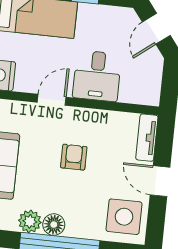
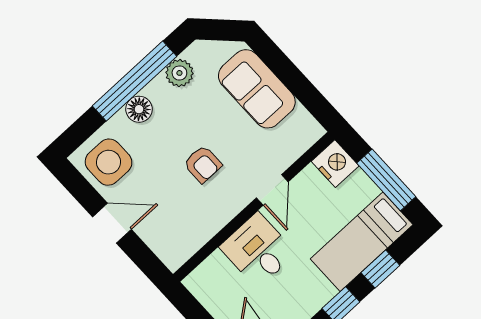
tv unit: (147, 138) -> (162, 246), removed
floor lamp: (54, 225) -> (139, 109), moved

